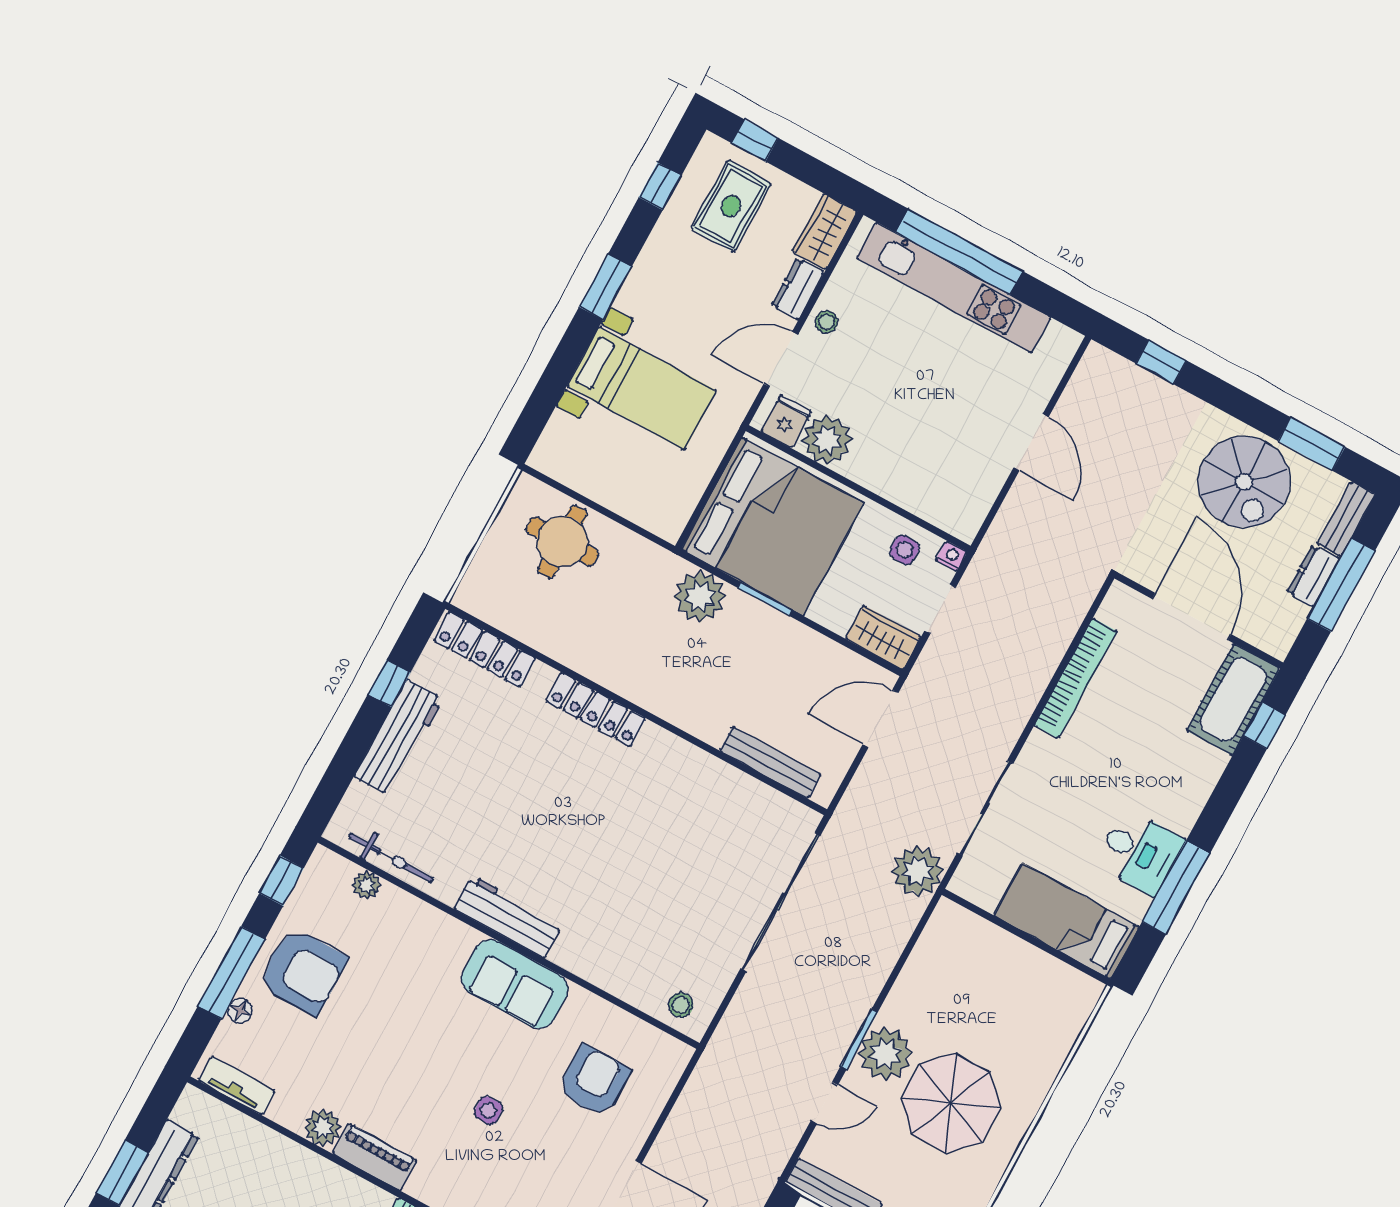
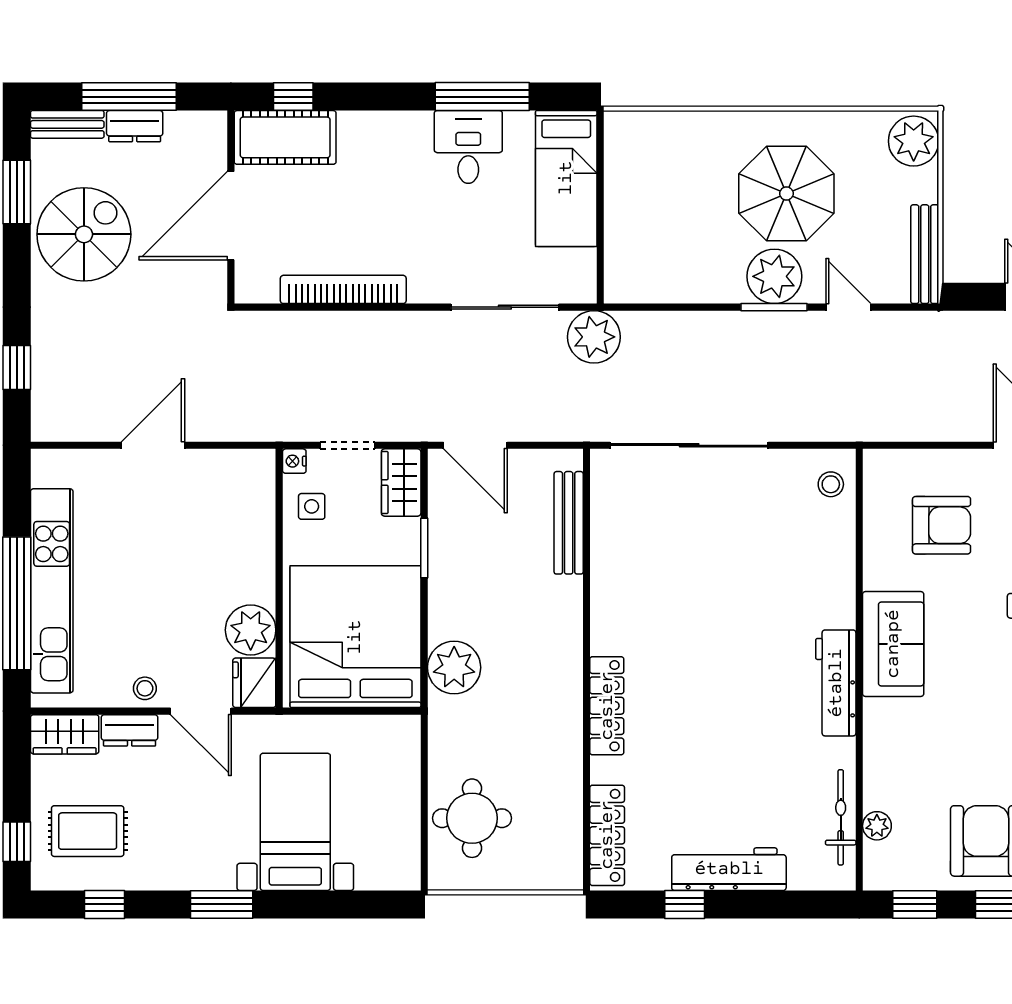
fridge: (786, 421) -> (254, 683), width x1.38
window: (765, 599) -> (424, 548), moved
armchair: (594, 1081) -> (942, 525), turned 180

